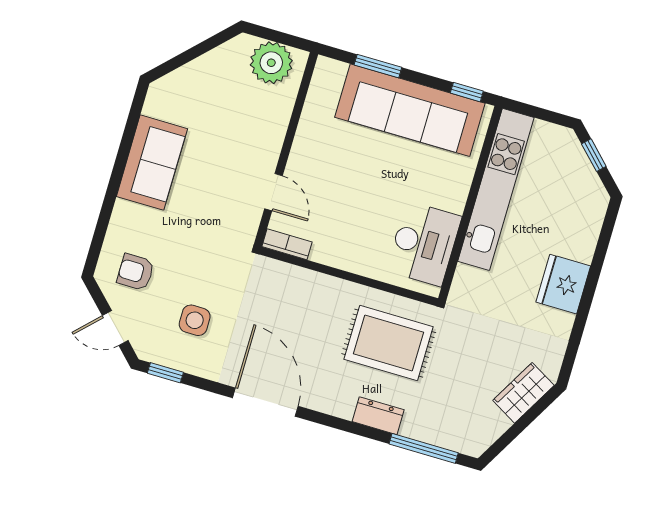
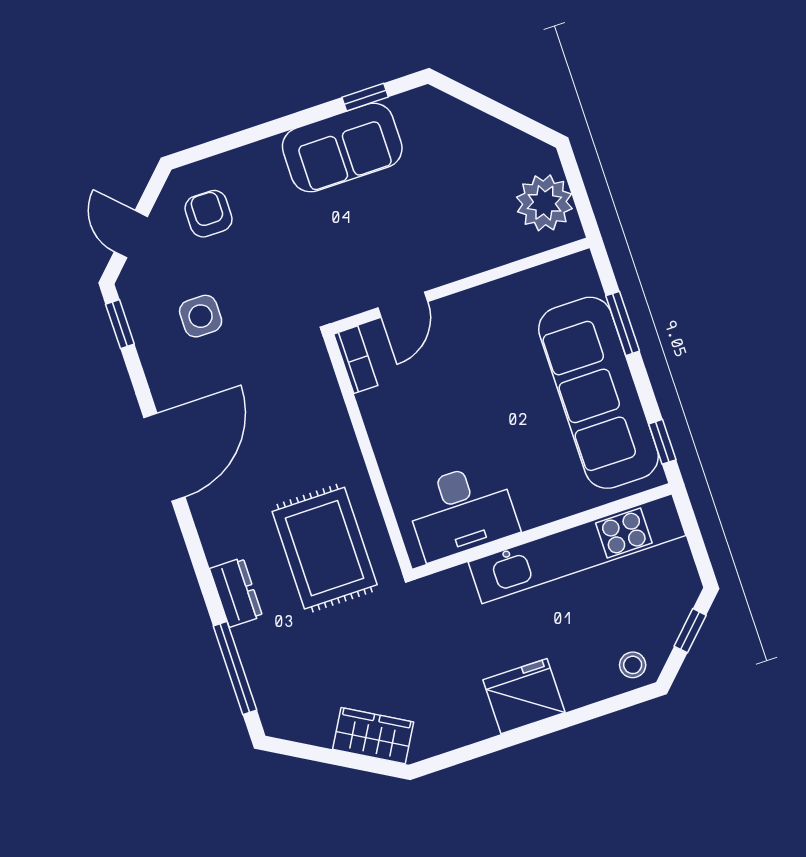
window: (131, 127) -> (365, 97), added
stool: (590, 205) -> (633, 665), added

